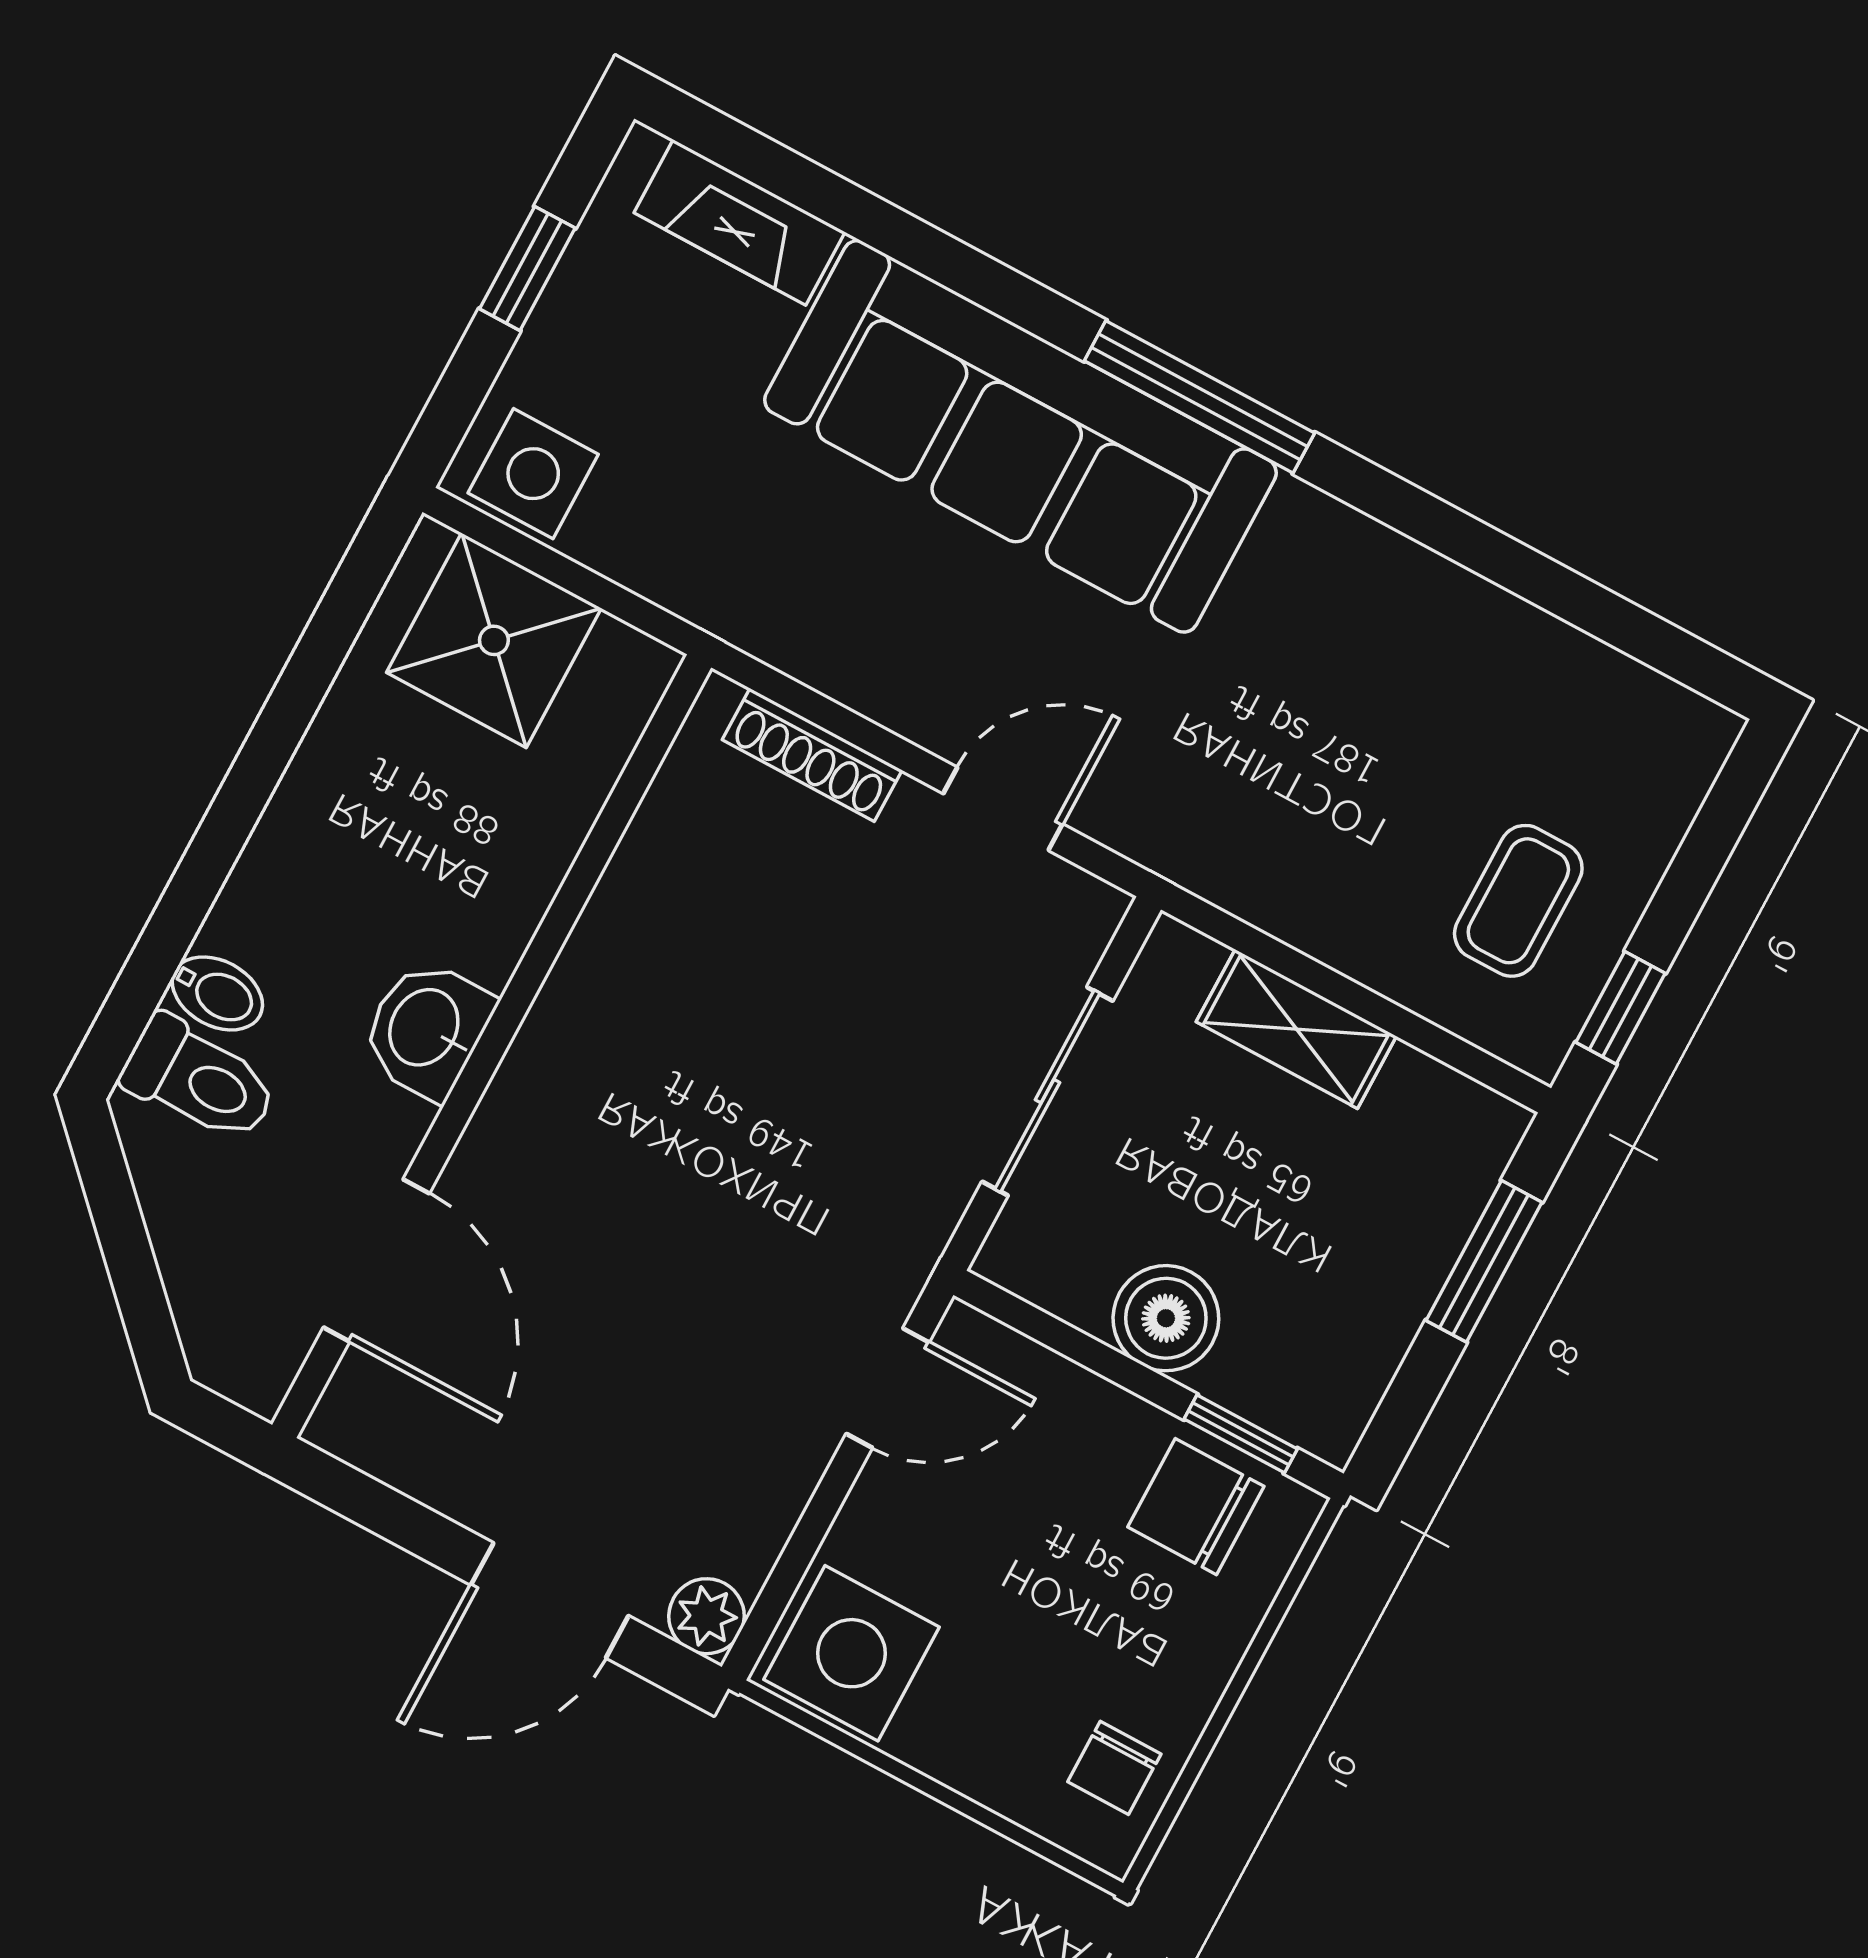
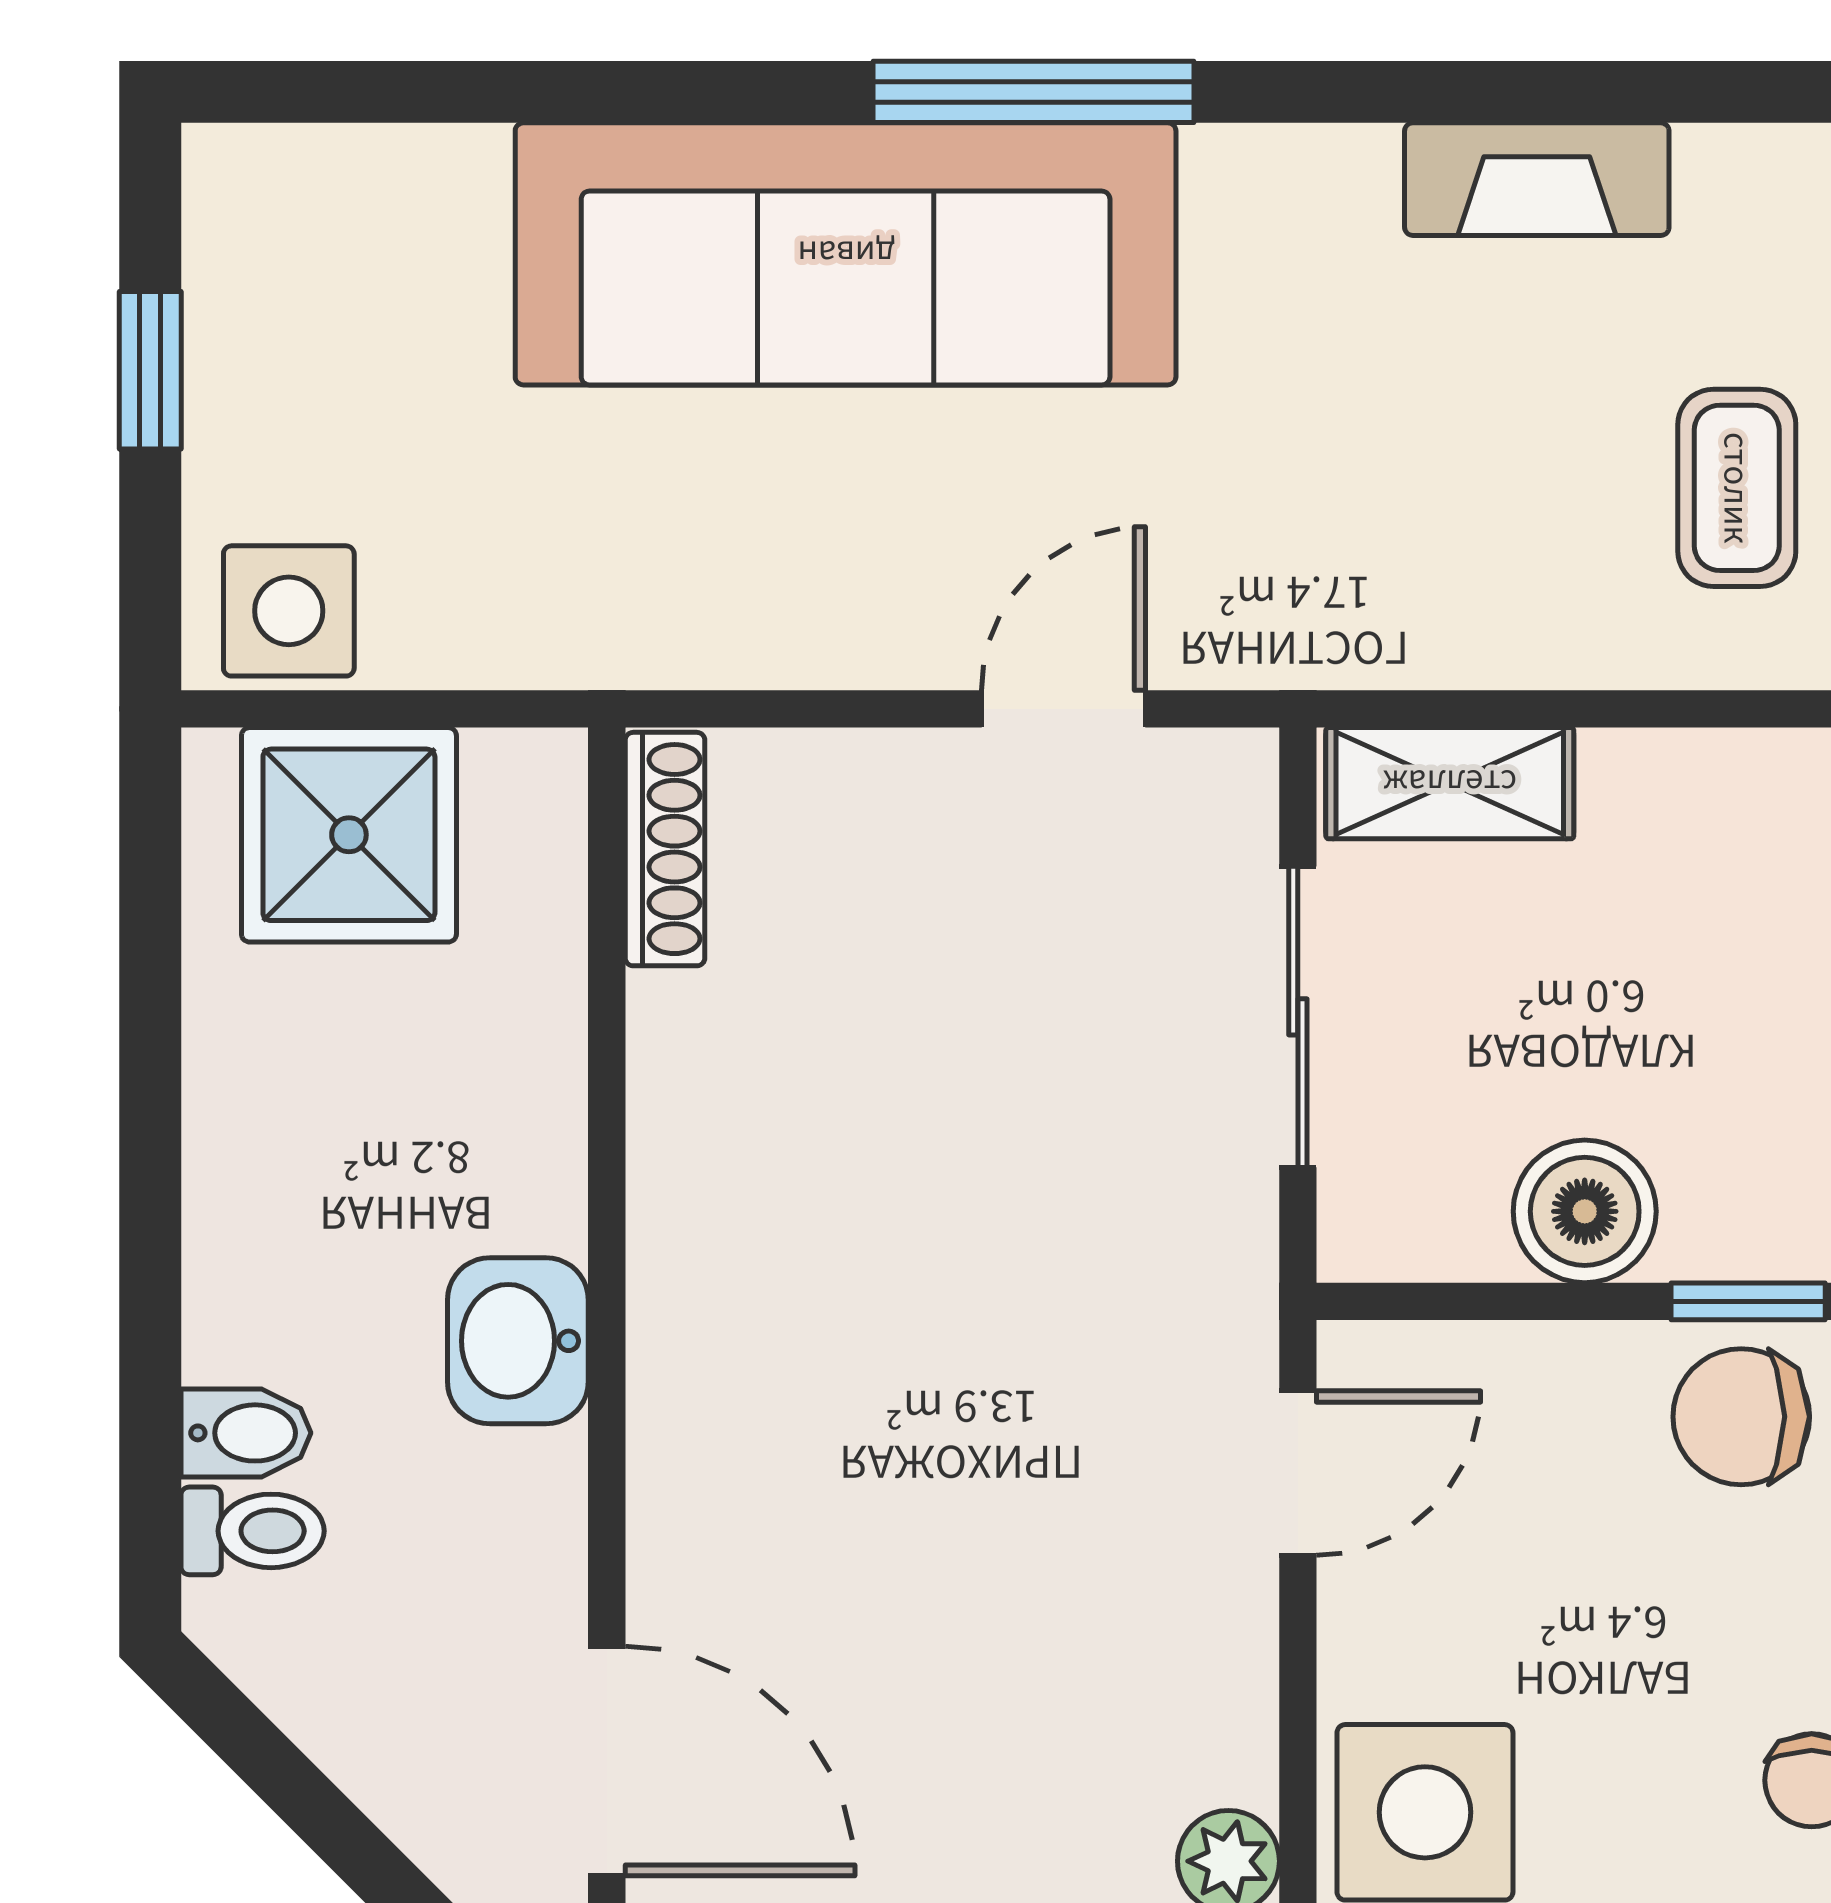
fireplace: (739, 222) -> (1537, 179), moved
shoe rack: (812, 755) -> (665, 849), moved, turned -90
shelving: (1296, 1029) -> (1450, 783), moved
toilet: (200, 1080) -> (253, 1531), width x0.73, depth x0.72
door: (376, 1260) -> (607, 1761), moved

